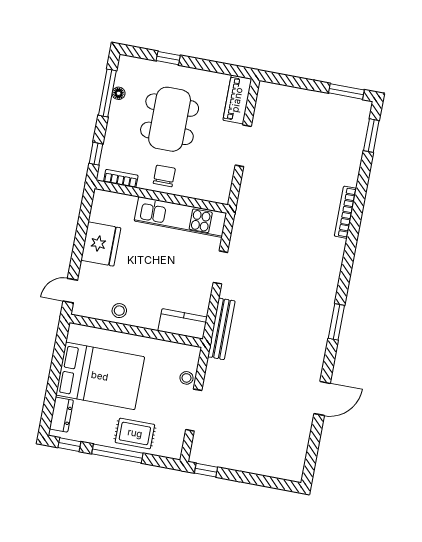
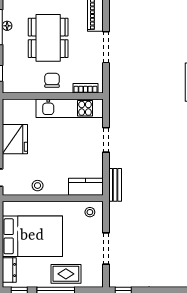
bookcase: (121, 178) -> (86, 88), moved
bench: (221, 329) -> (115, 185), width x0.73
stool: (186, 378) -> (90, 212), moved

